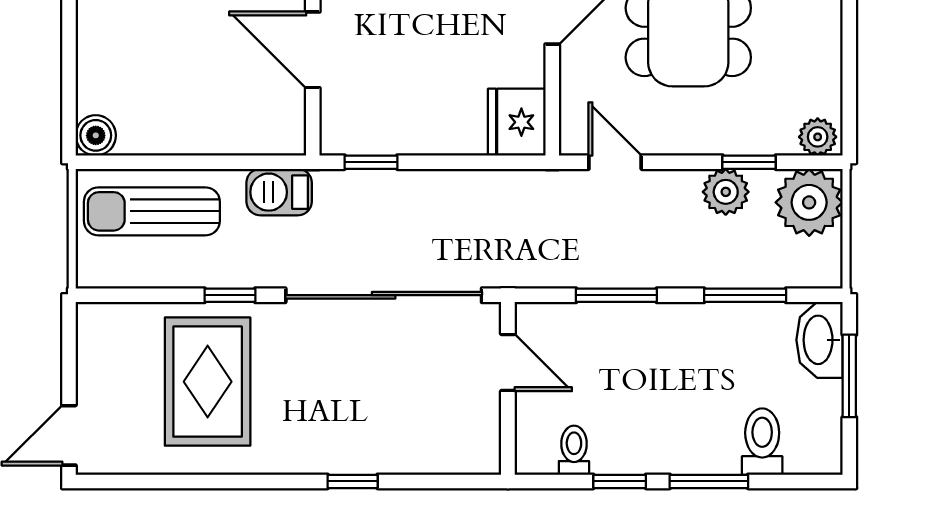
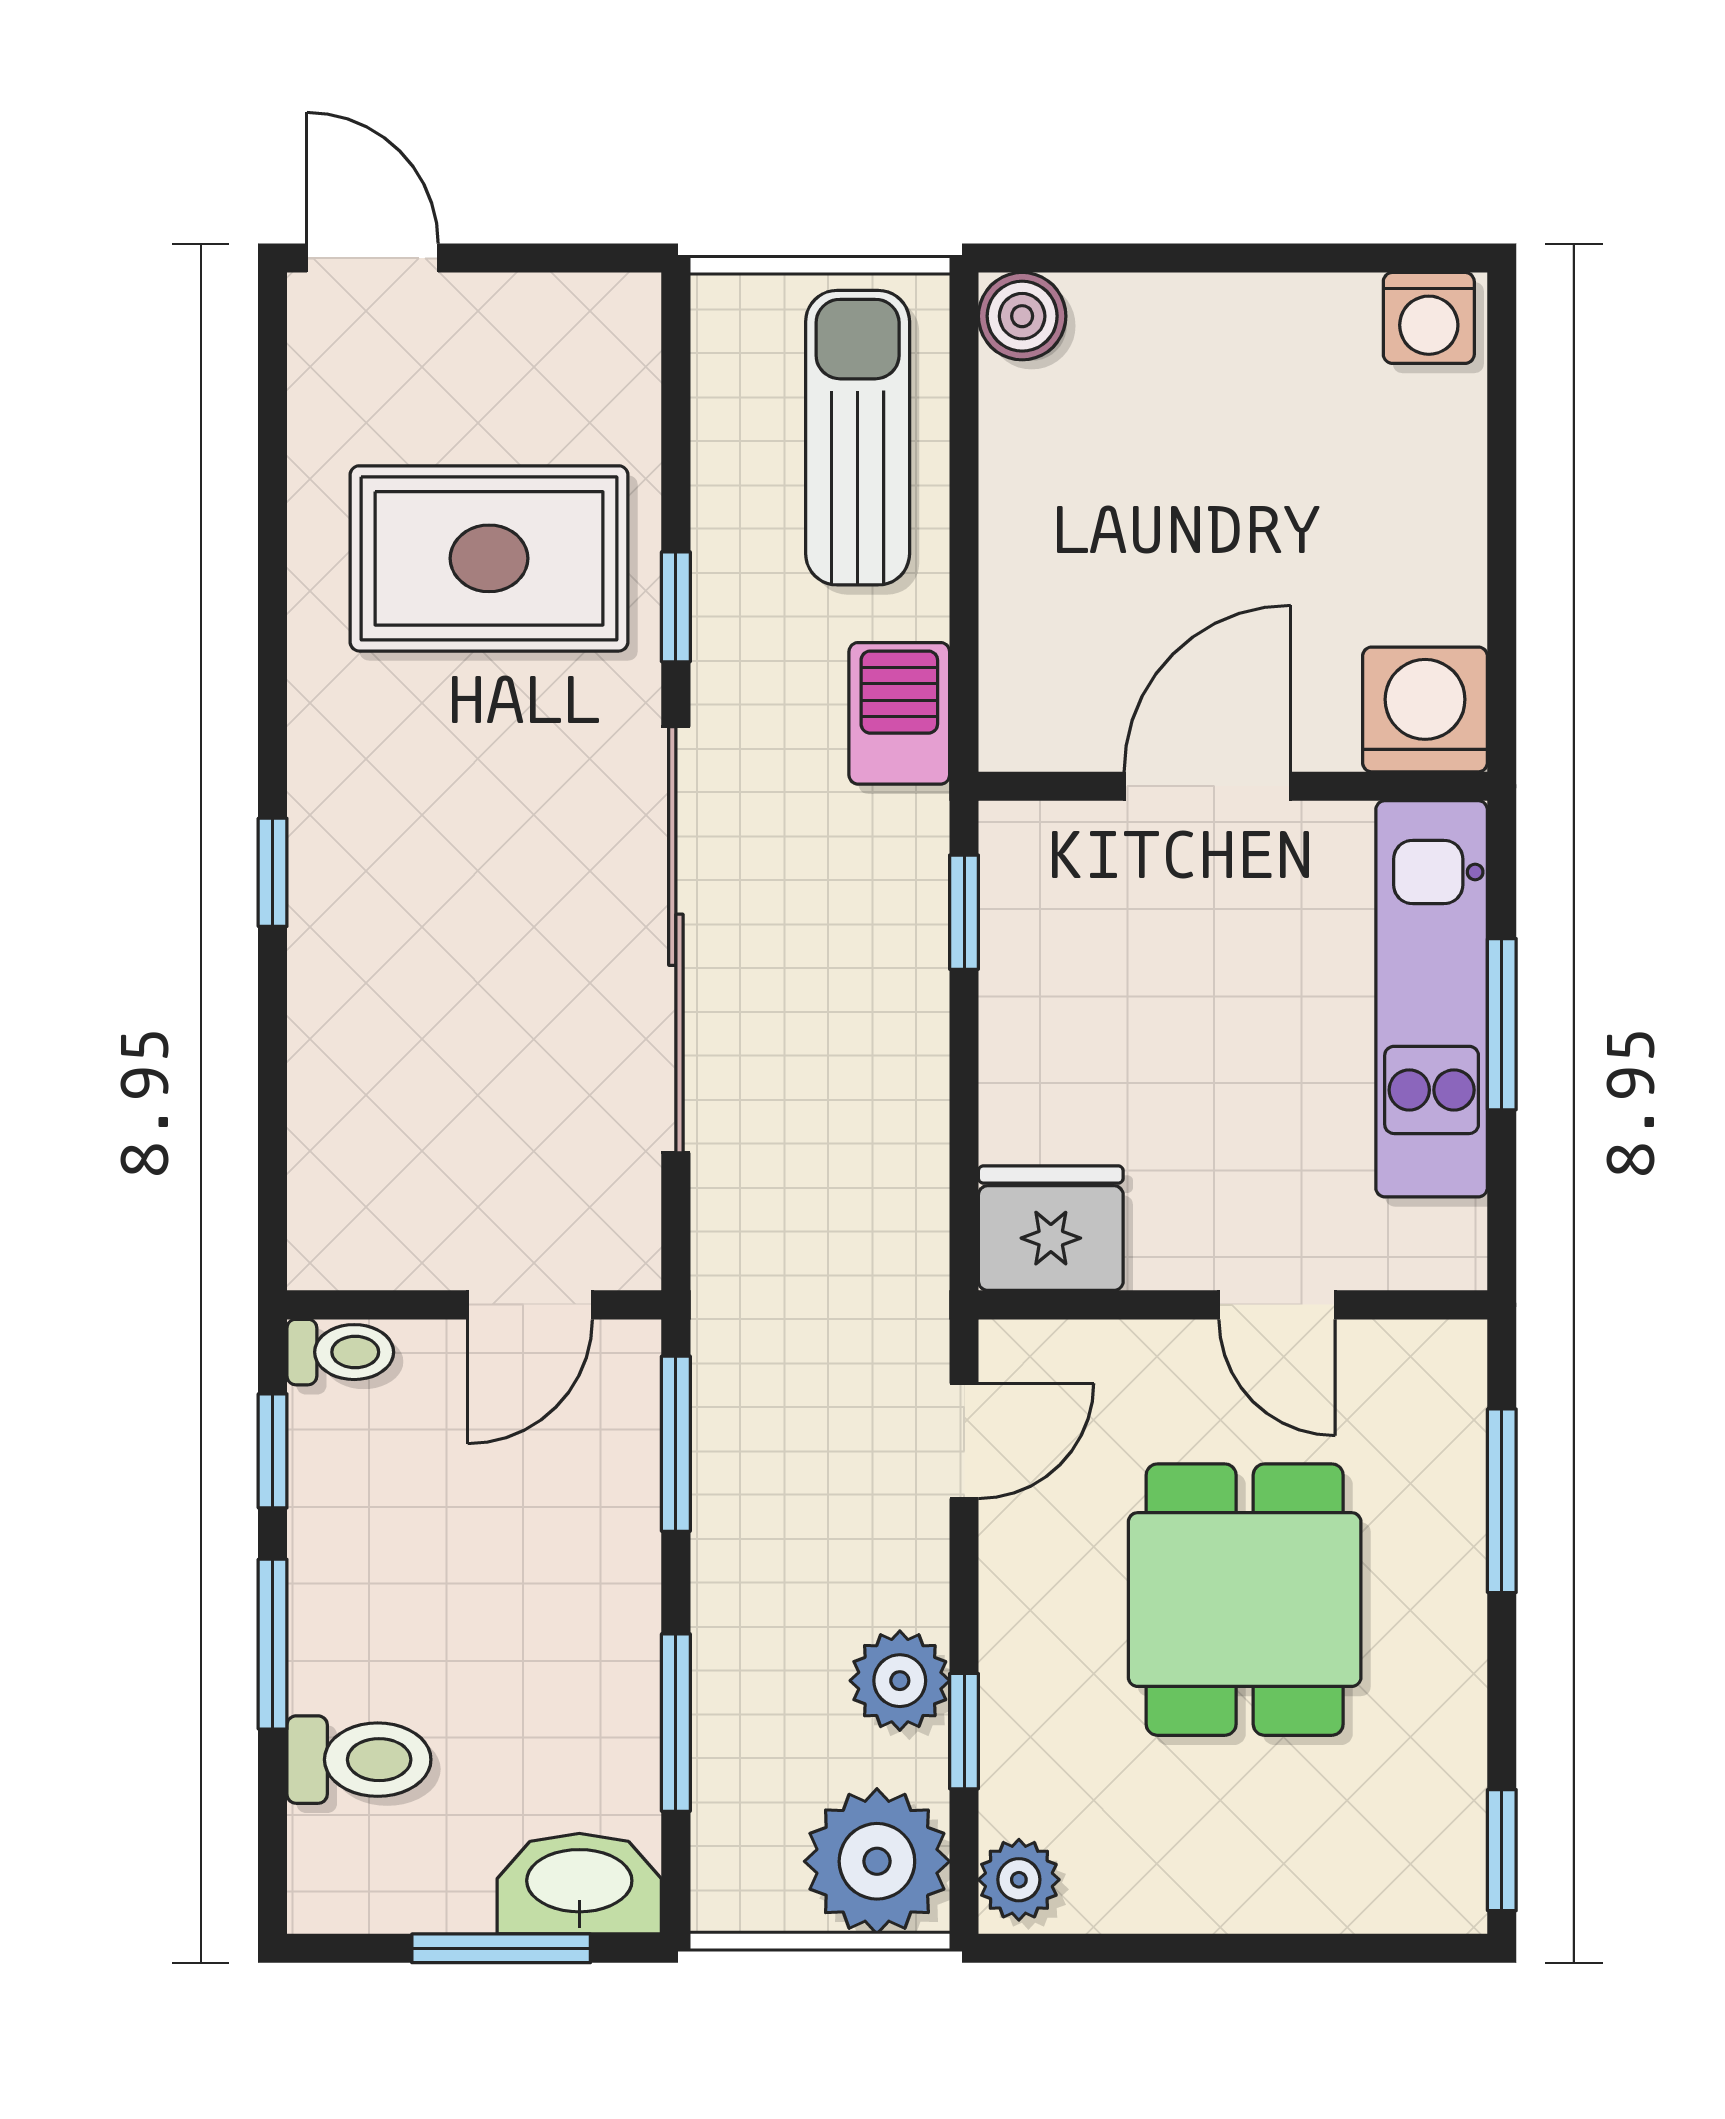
door: (508, 363) -> (530, 1305), moved
wall: (508, 388) -> (474, 1305), moved

